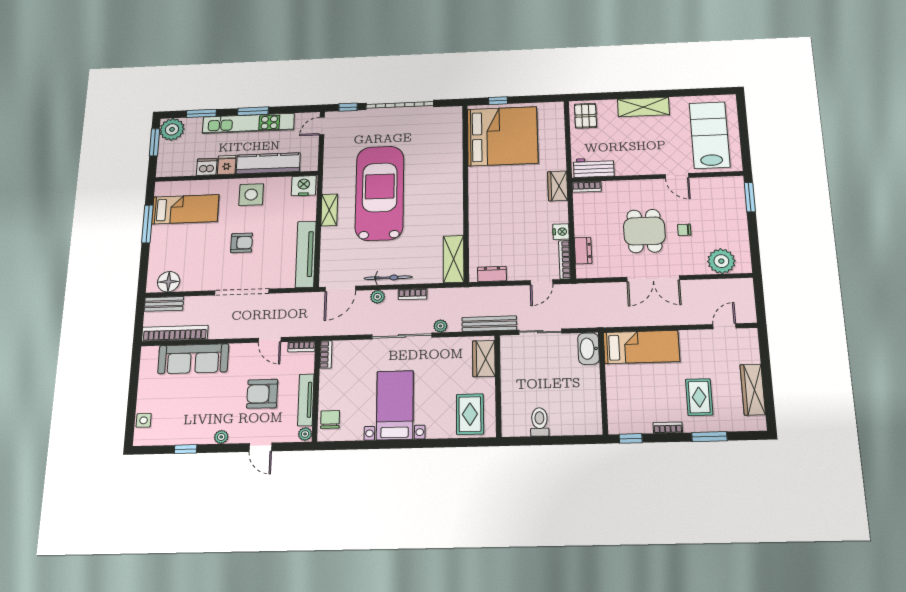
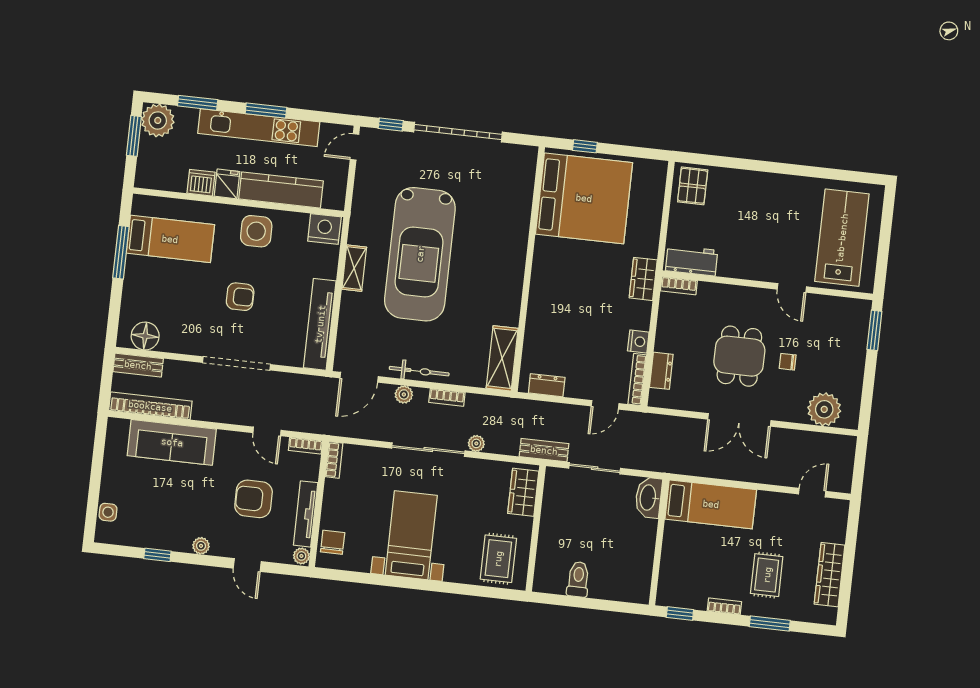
shelving: (643, 107) -> (767, 185), removed
car: (380, 193) -> (420, 254), turned 180
bench: (489, 324) -> (544, 450), width x0.73

